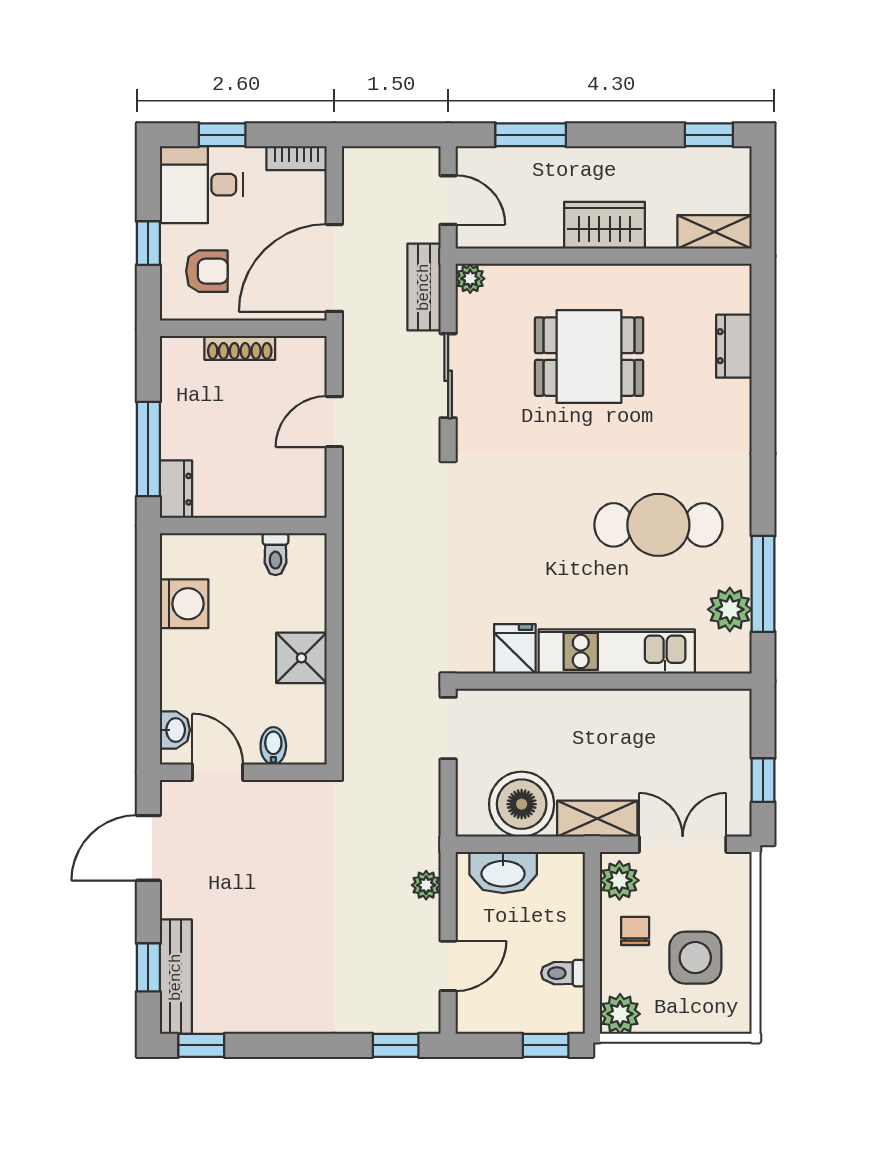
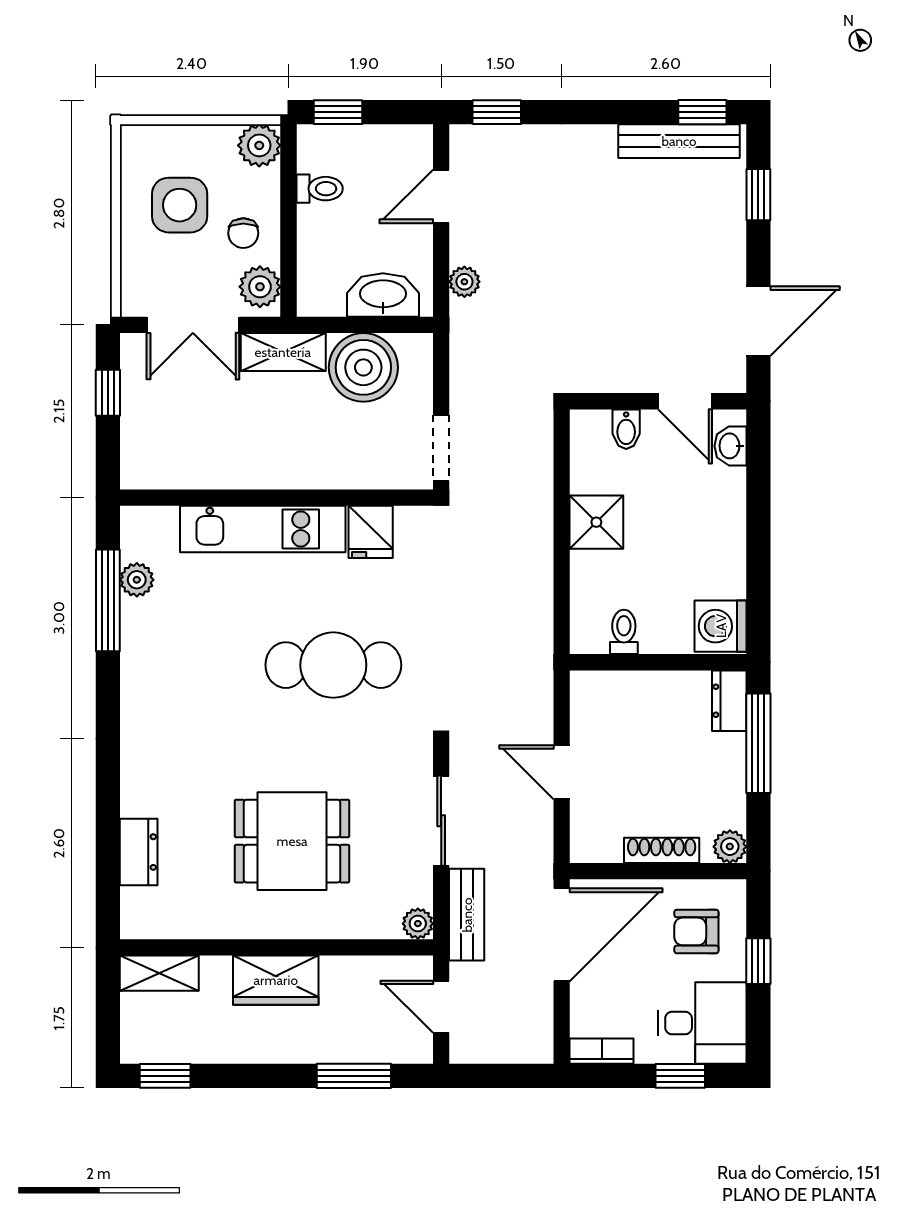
plant: (175, 351) -> (730, 847), added
door: (334, 422) -> (562, 772), swing flipped
cafe table: (658, 525) -> (333, 665), moved
washing machine: (184, 604) -> (721, 626), moved
plant: (730, 609) -> (137, 580), width x0.73, depth x0.73
bench: (176, 977) -> (679, 141), moved, turned 90

